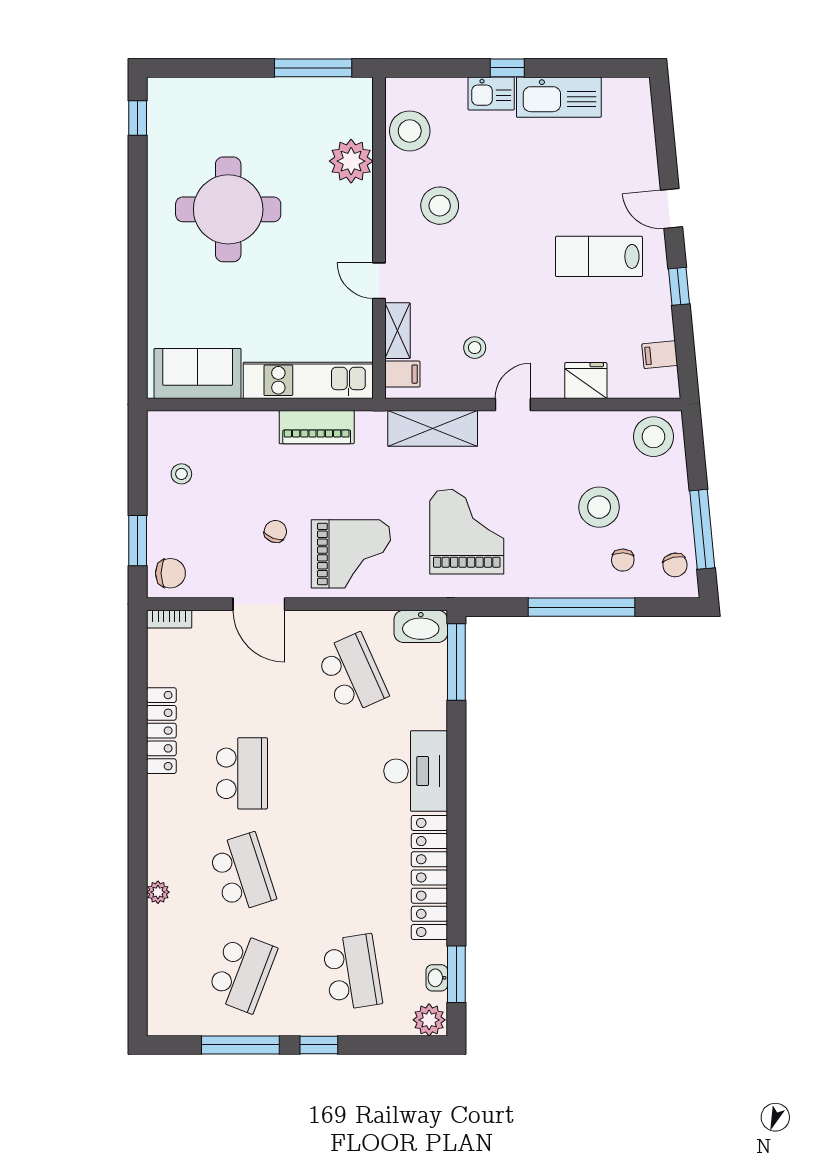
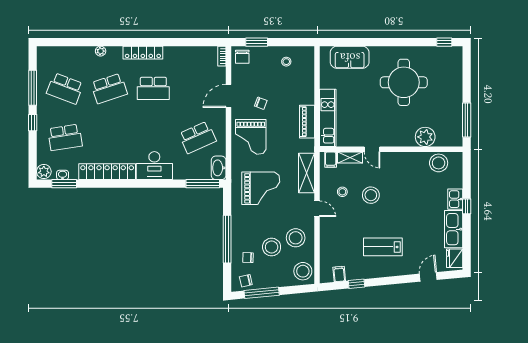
stool: (440, 206) -> (371, 195), moved
door: (671, 209) -> (428, 277), moved
lab bench: (599, 256) -> (383, 247), turned -90
door: (379, 281) -> (372, 149), swing flipped
window: (679, 286) -> (357, 284), moved
sofa: (198, 373) -> (350, 57), moved, turned 90
fridge: (586, 381) -> (455, 258), moved, turned 180
stool: (578, 453) -> (296, 238), added
locker: (161, 731) -> (143, 53), moved

